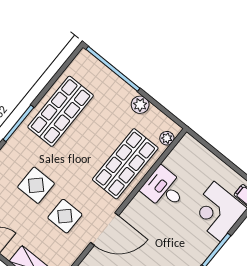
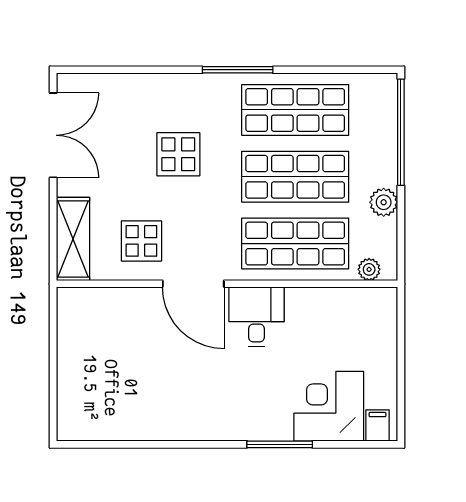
shop shelf: (93, 138) -> (295, 177), added
desk: (164, 189) -> (256, 317), moved
display table: (65, 216) -> (141, 241), moved

